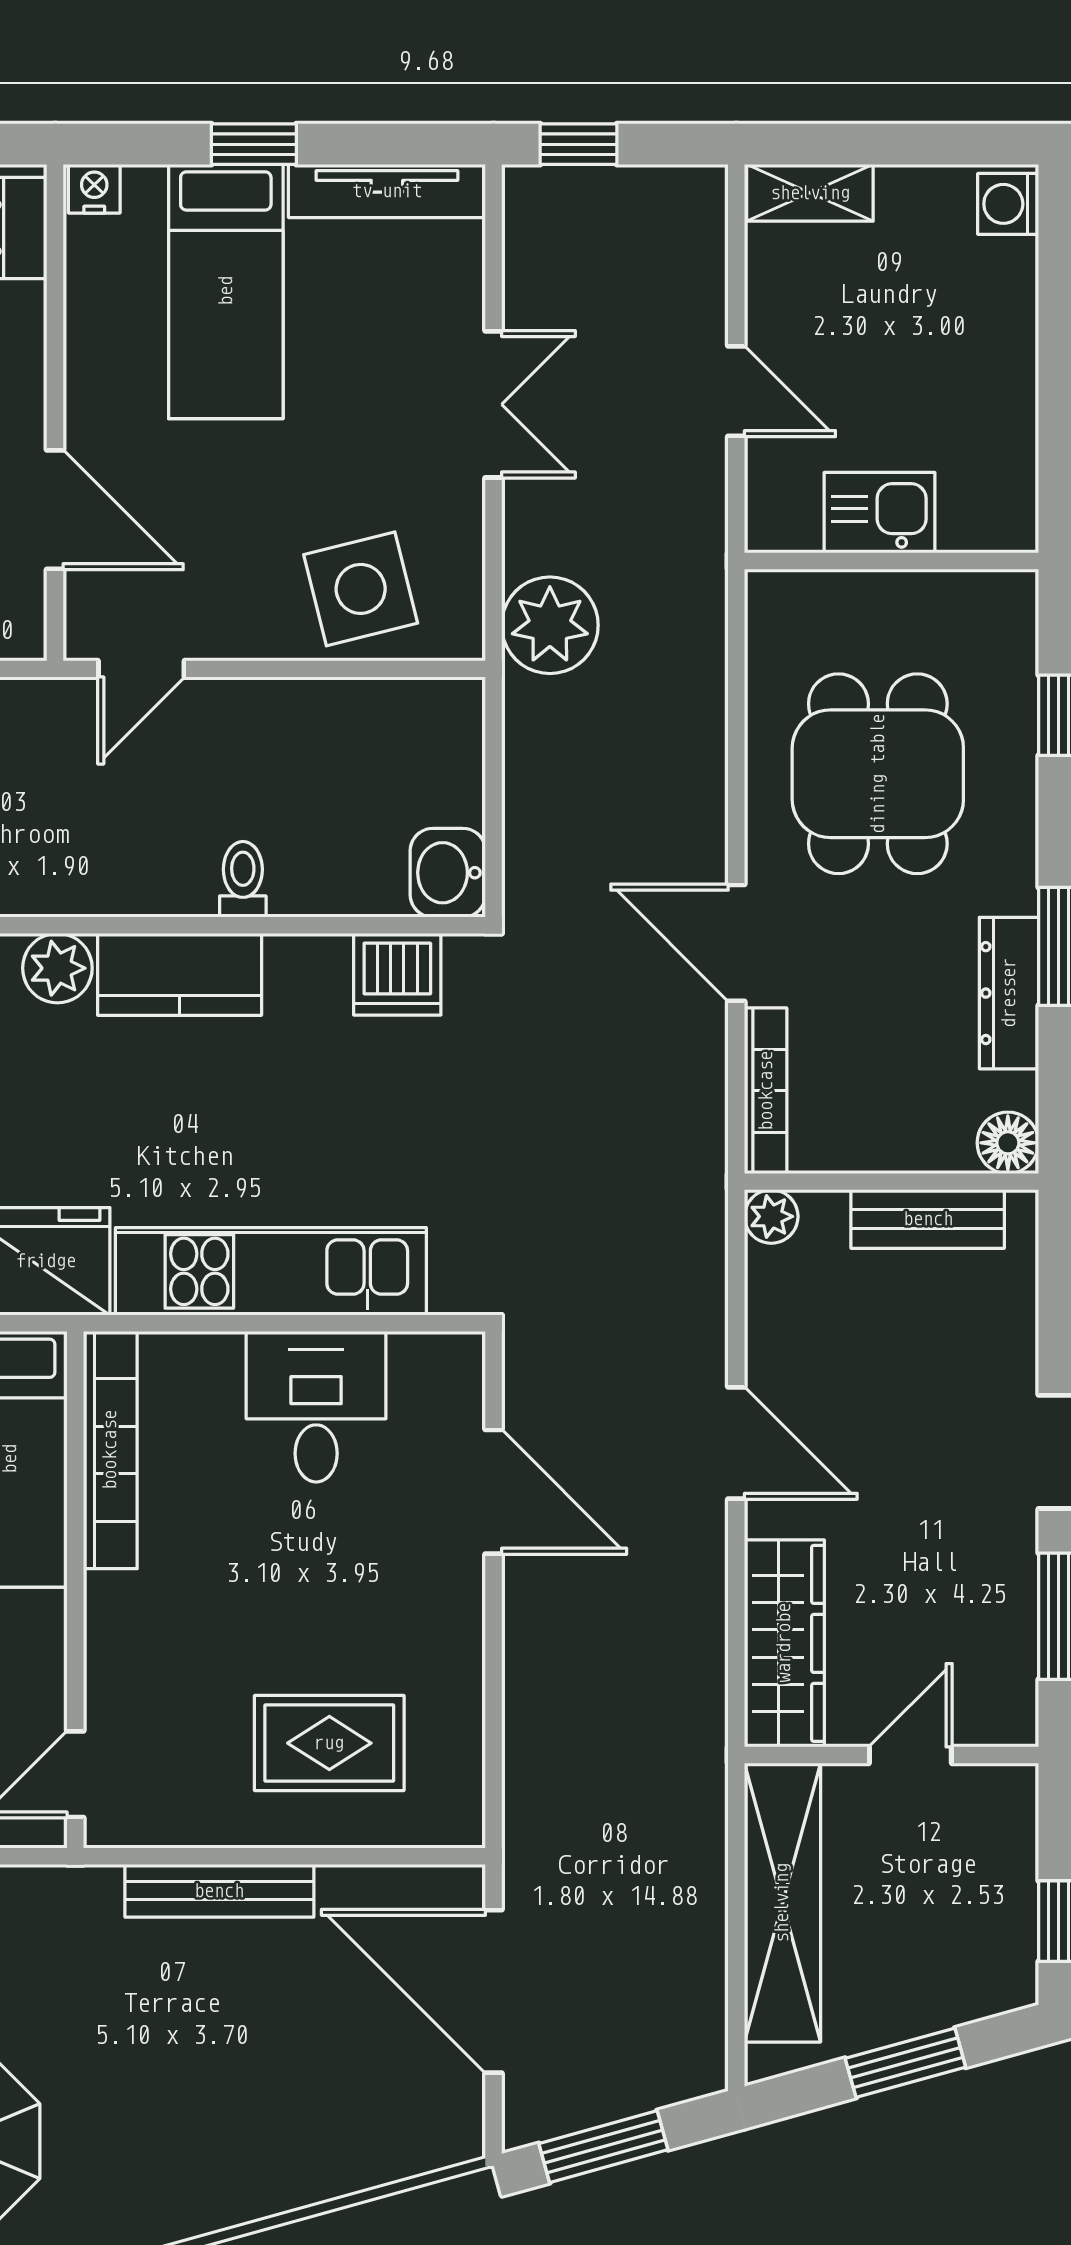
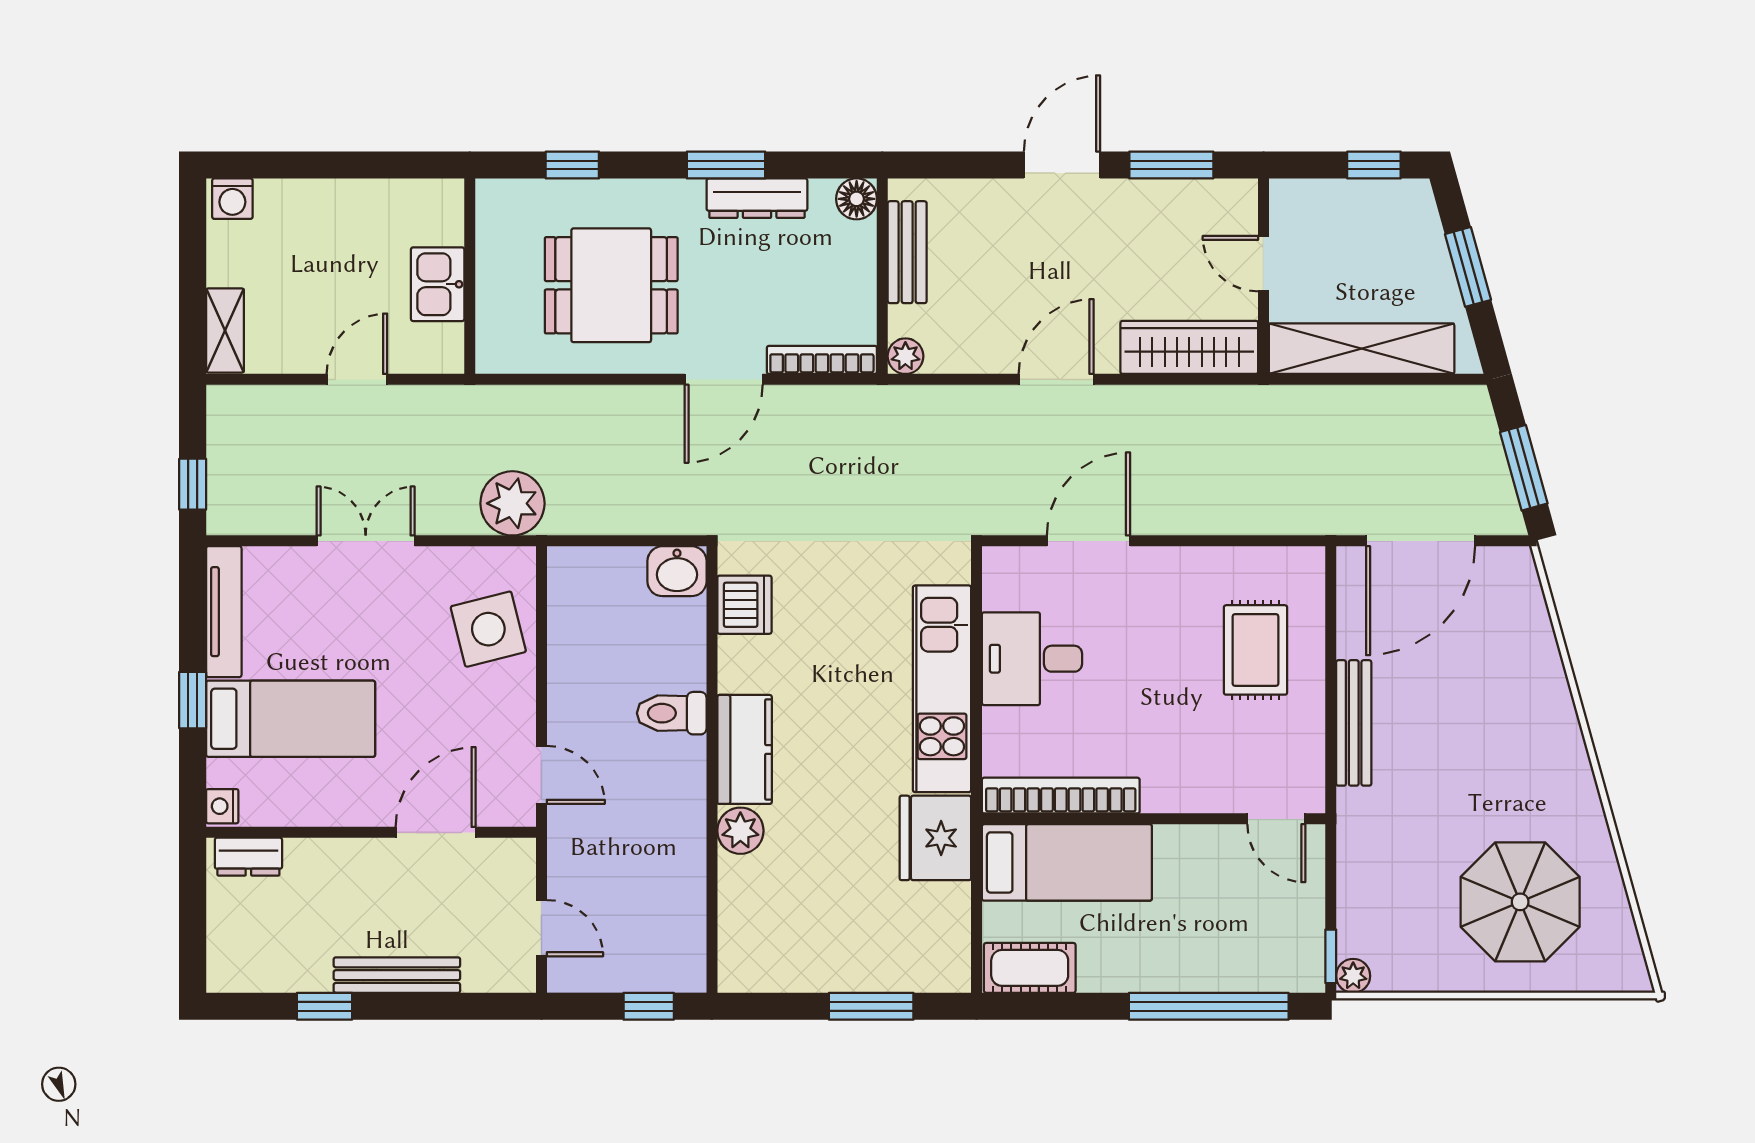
toilet: (243, 879) -> (672, 713), width x1.37, depth x1.39

